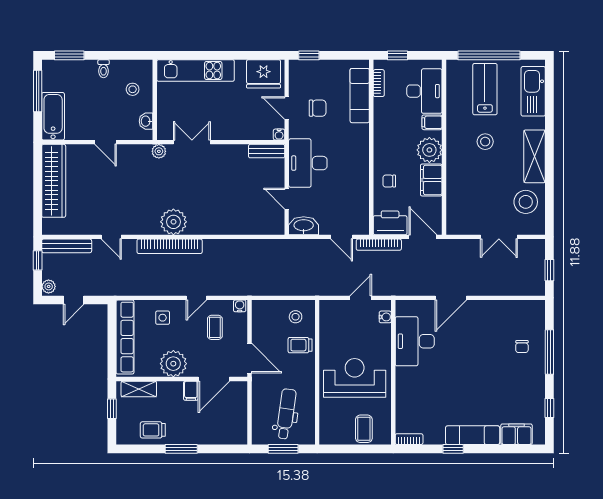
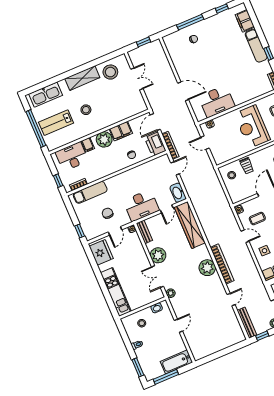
plant: (223, 157) -> (158, 255), added
wardrobe: (54, 181) -> (190, 225), moved, turned -90

